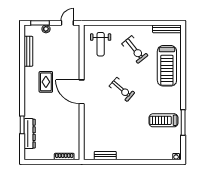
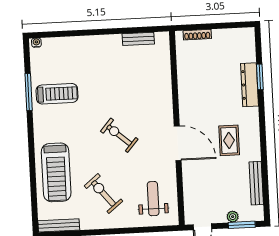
treadmill: (167, 66) -> (56, 172), turned 180
door: (82, 92) -> (178, 143), moved
dresser: (30, 134) -> (250, 85), moved

